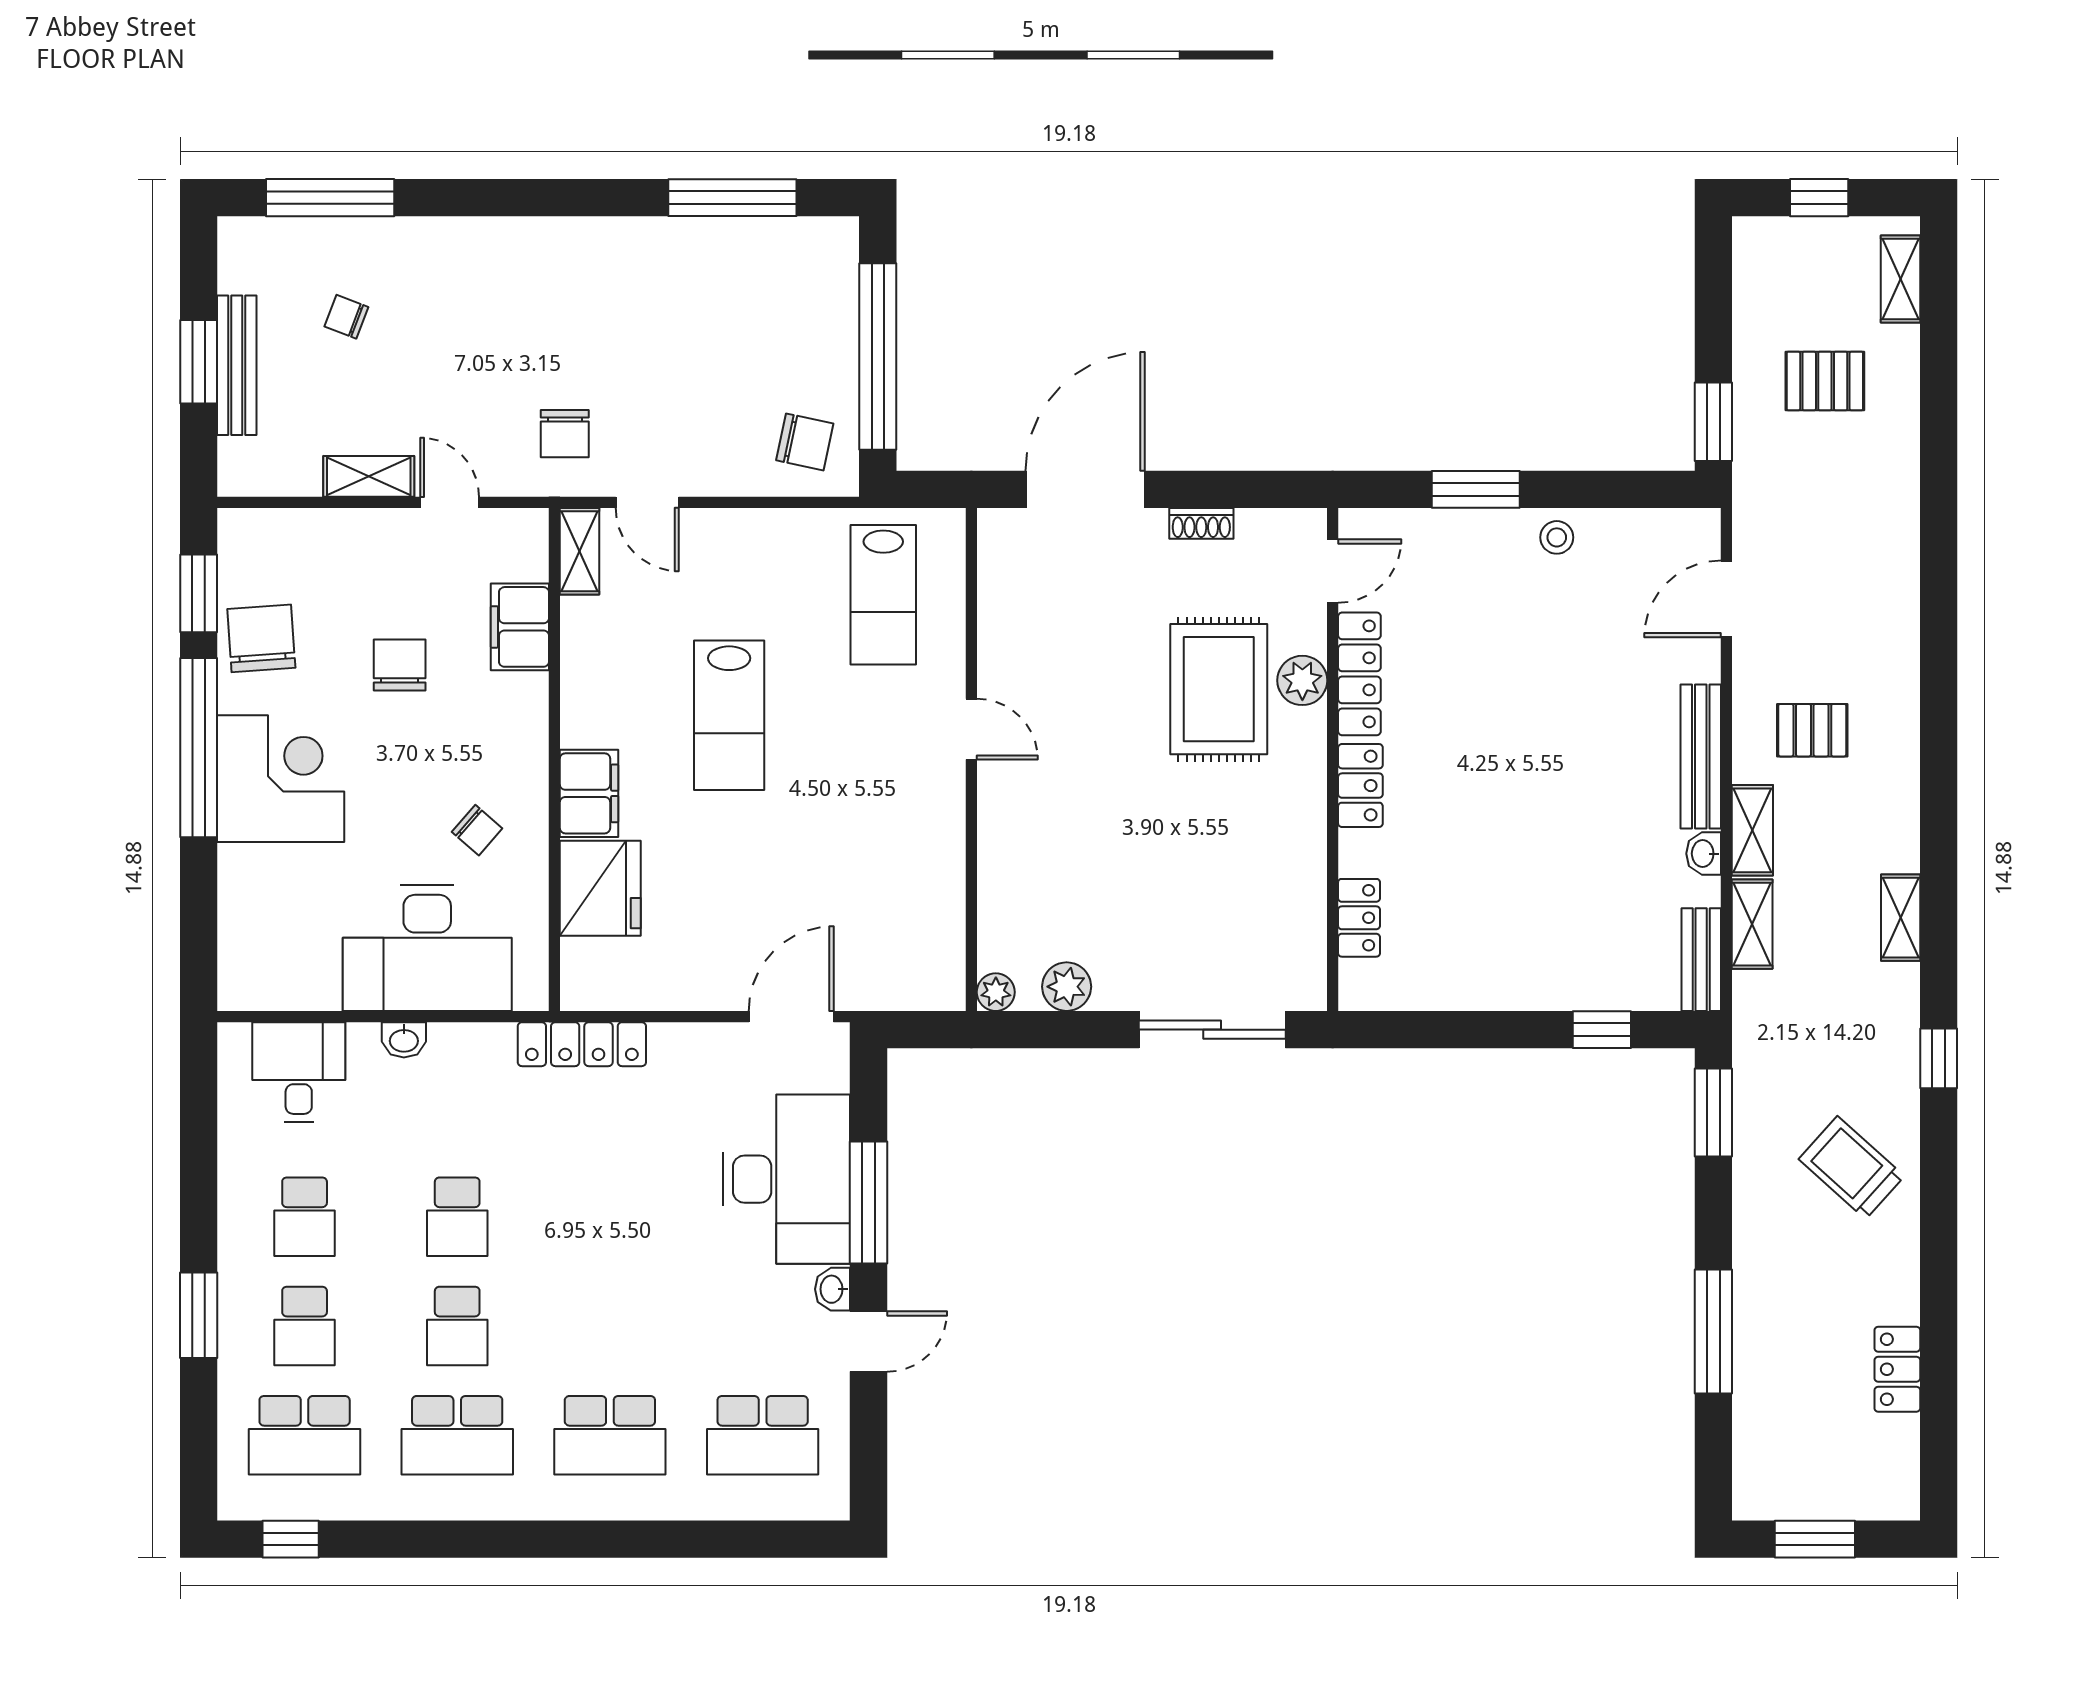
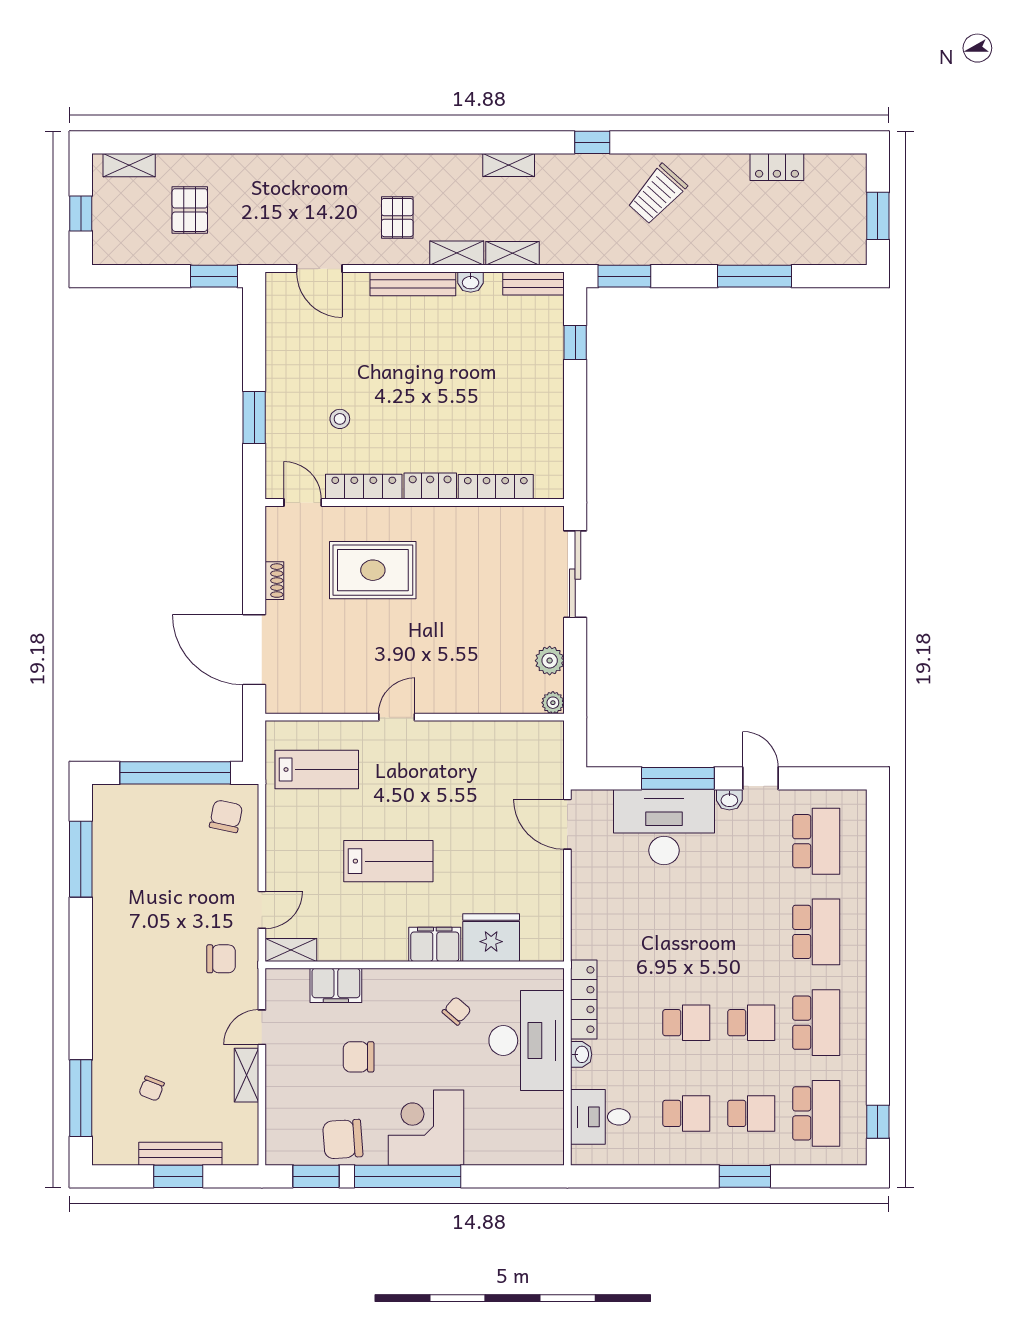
stool: (1557, 537) -> (340, 419), moved
plant: (1302, 680) -> (368, 521), removed
locker: (1359, 918) -> (496, 487), width x1.53
locker: (582, 1044) -> (584, 1000), moved

